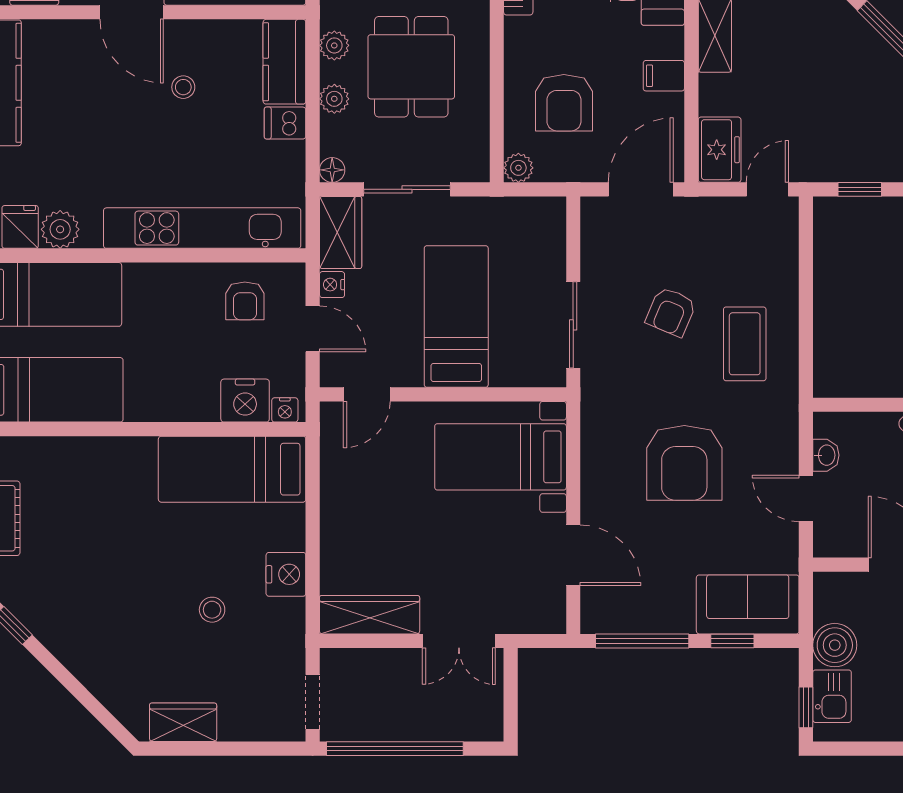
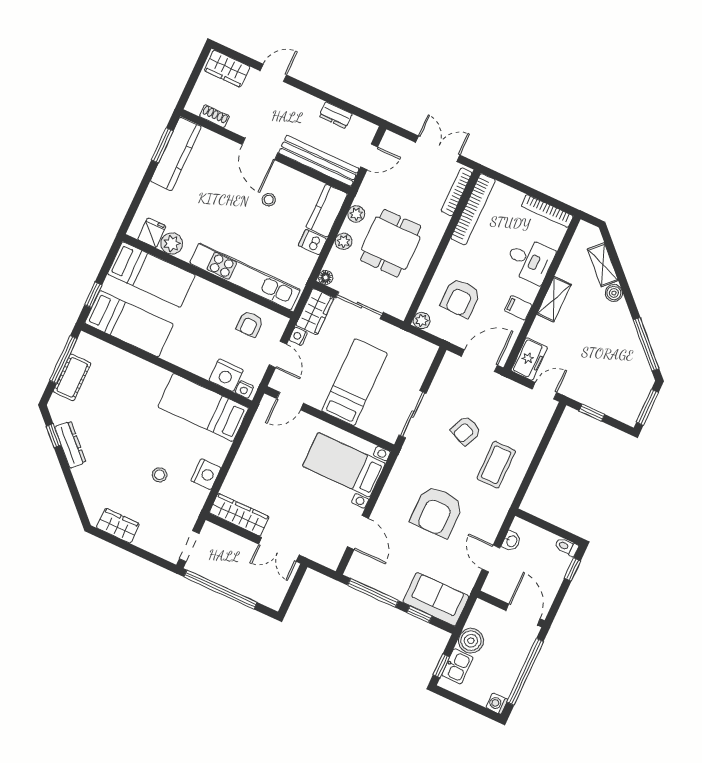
dresser: (47, 627) -> (70, 445), added

